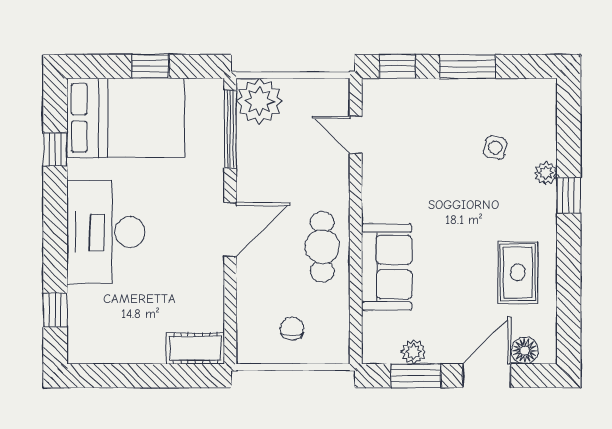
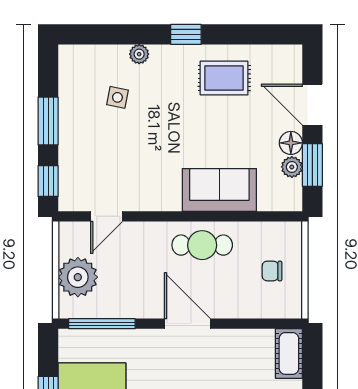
plant: (259, 101) -> (78, 277), moved
window: (569, 195) -> (186, 34), moved
floor lamp: (525, 351) -> (291, 143), moved

